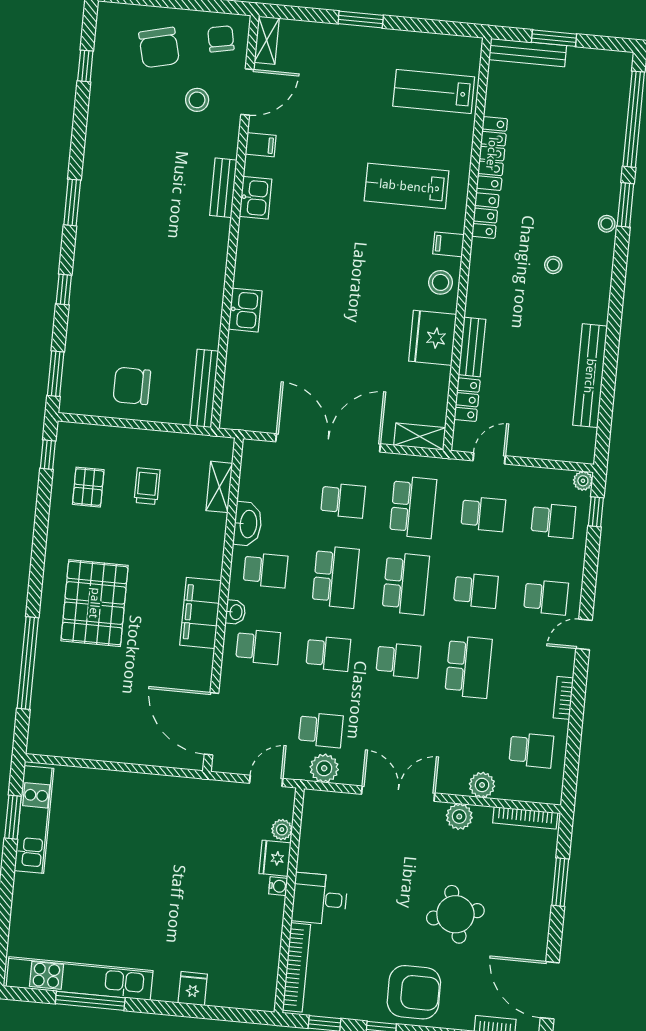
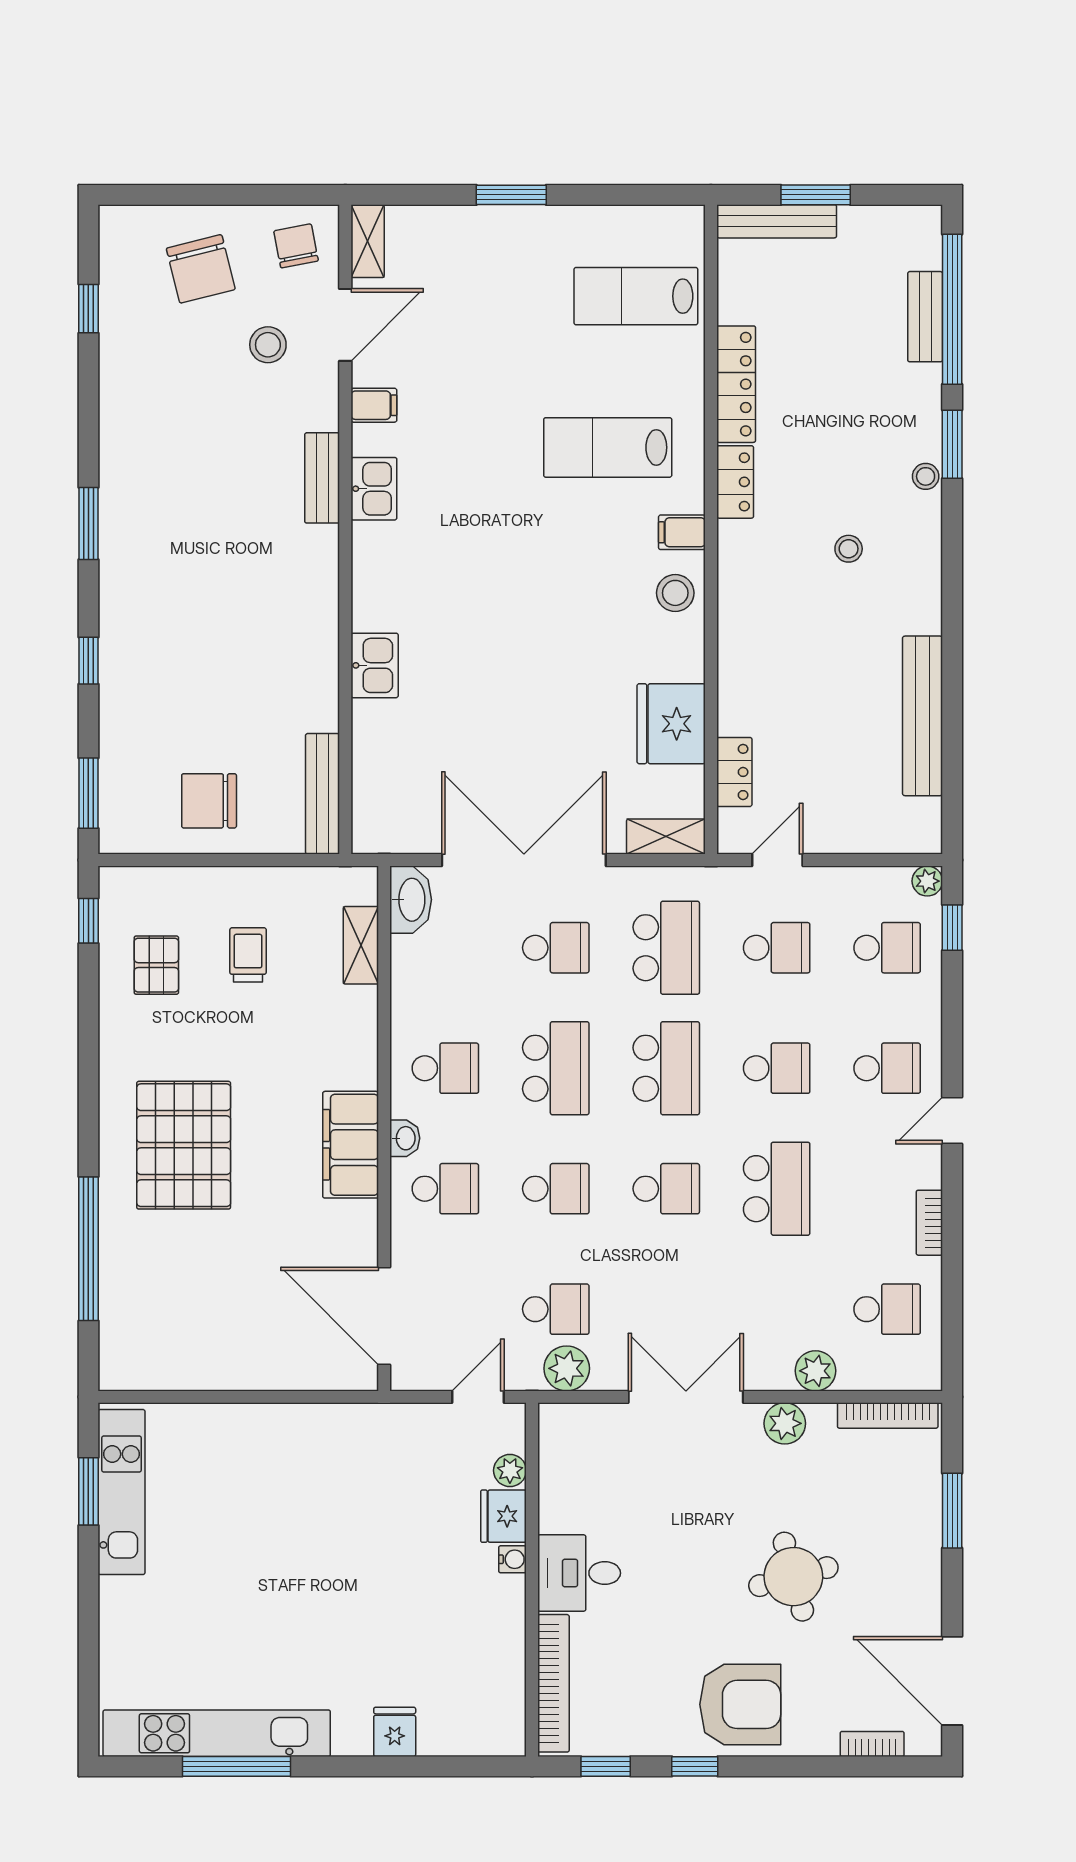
fridge: (433, 338) -> (671, 724), moved
bench: (472, 347) -> (925, 317), moved
washbasin: (248, 524) -> (411, 900), moved

